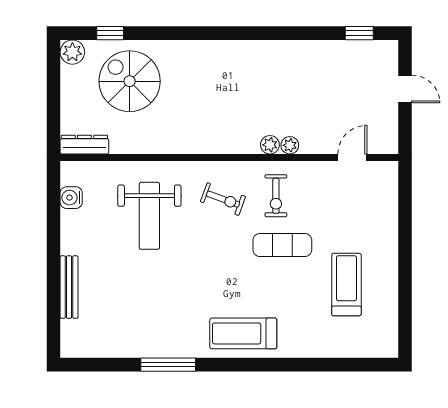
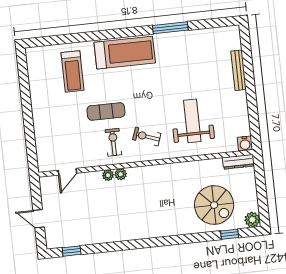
water cooler: (71, 198) -> (245, 144), moved, turned 90
treadmill: (346, 285) -> (73, 71), moved
treadmill: (243, 333) -> (125, 53), width x1.37, depth x1.38

